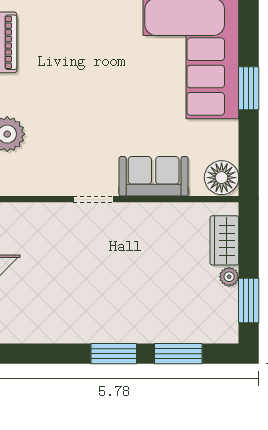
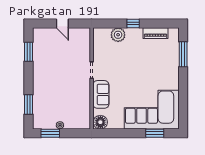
window: (249, 88) -> (155, 133), moved
wardrobe: (224, 240) -> (75, 123), removed
window: (114, 354) -> (29, 52), moved

